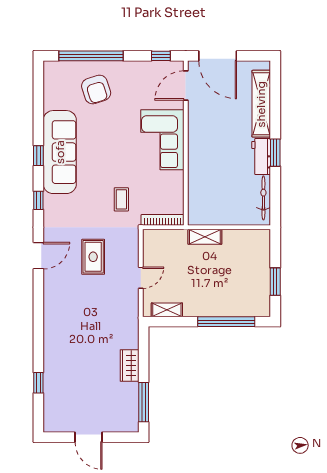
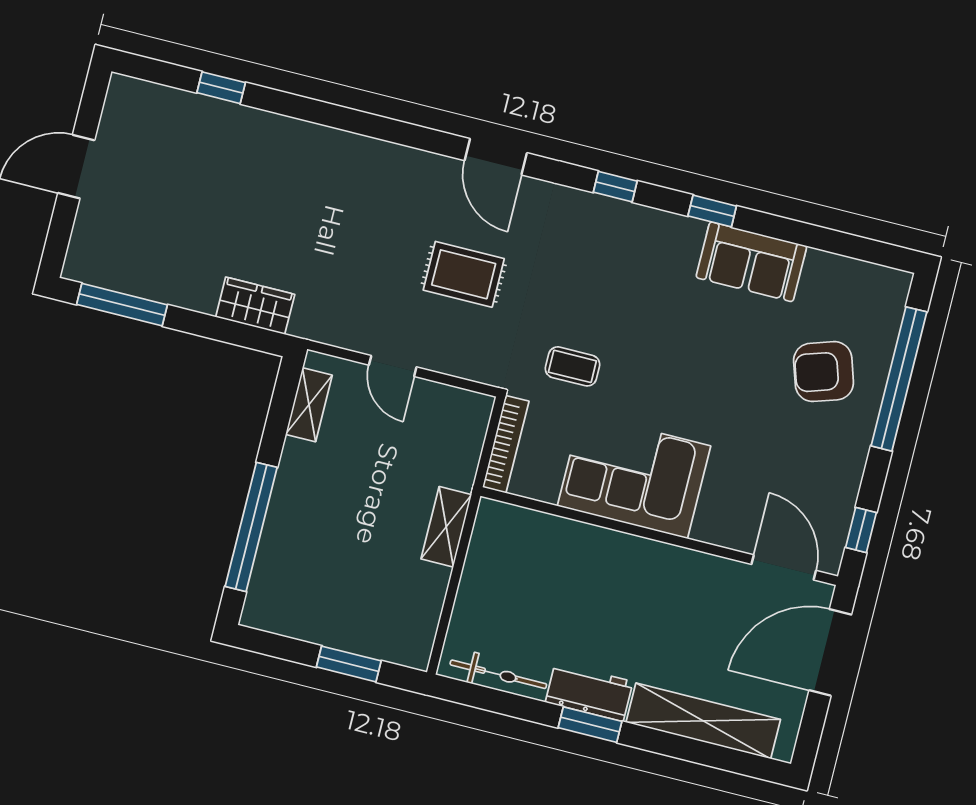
corner sofa: (162, 140) -> (634, 476), moved
sofa: (60, 152) -> (751, 262), width x0.54, depth x0.79
window: (275, 282) -> (349, 664), moved
wardrobe: (130, 365) -> (255, 306), moved

